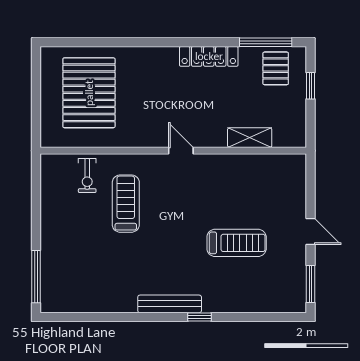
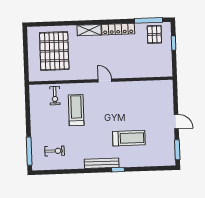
shelving: (250, 138) -> (89, 30), moved
treadmill: (237, 243) -> (129, 138), moved
exercise bike: (83, 278) -> (55, 151), added

